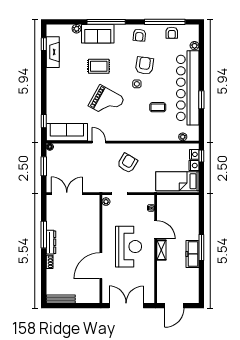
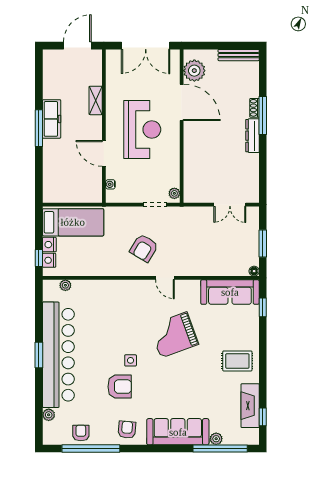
window: (106, 22) -> (220, 449), moved
sofa: (98, 34) -> (178, 432), width x1.36
rug: (99, 66) -> (237, 361), moved
armchair: (145, 66) -> (120, 387), turned -98
window: (201, 100) -> (39, 355), moved
grand piano: (106, 102) -> (174, 335), turned -49
coffee table: (158, 107) -> (101, 327), removed
door: (99, 142) -> (165, 278), moved
double door: (67, 194) -> (230, 205), width x0.73
window: (44, 235) -> (263, 116), moved
reception desk: (129, 247) -> (142, 129), turned 180
shelving: (161, 250) -> (96, 100), moved
door: (101, 266) -> (182, 102), hinge flipped
plant: (92, 288) -> (194, 71), added

